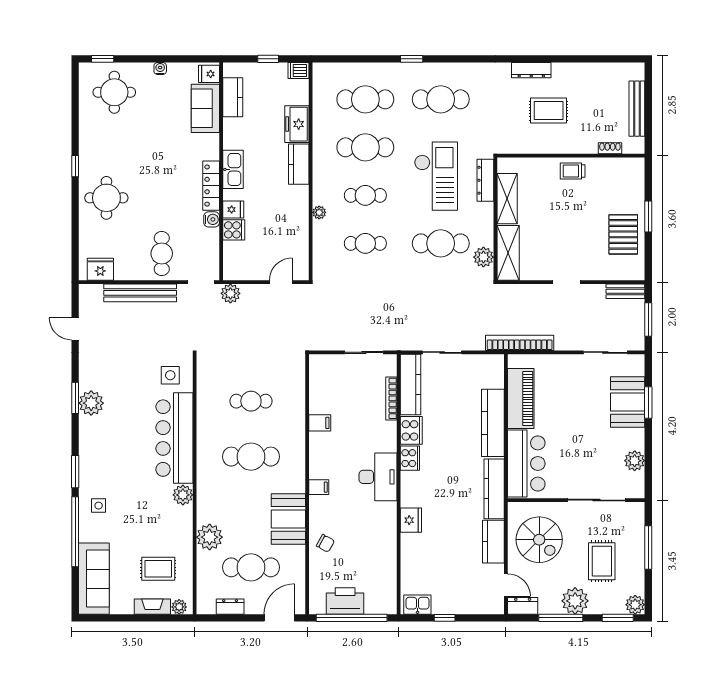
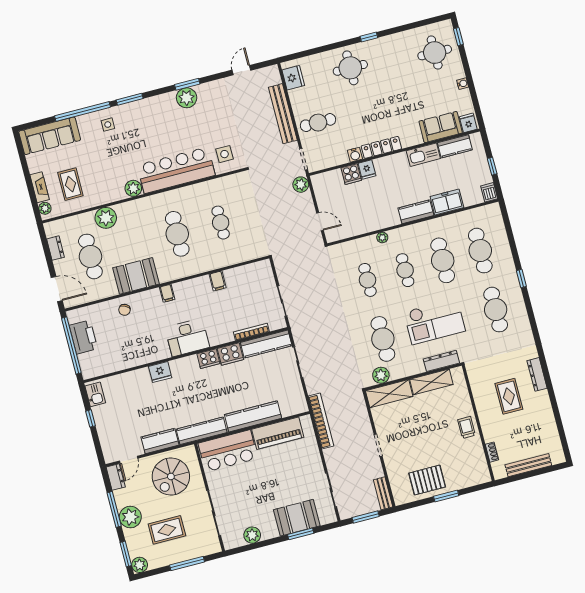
kitchen sink: (233, 169) -> (423, 155), moved

